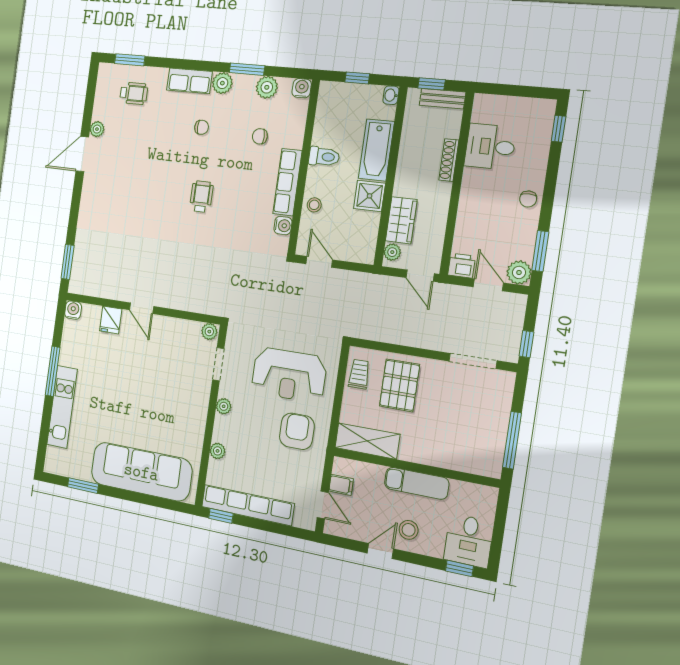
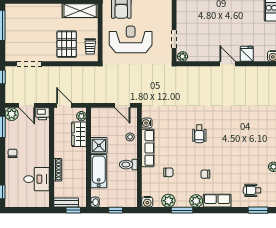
plant: (224, 406) -> (167, 15), removed

